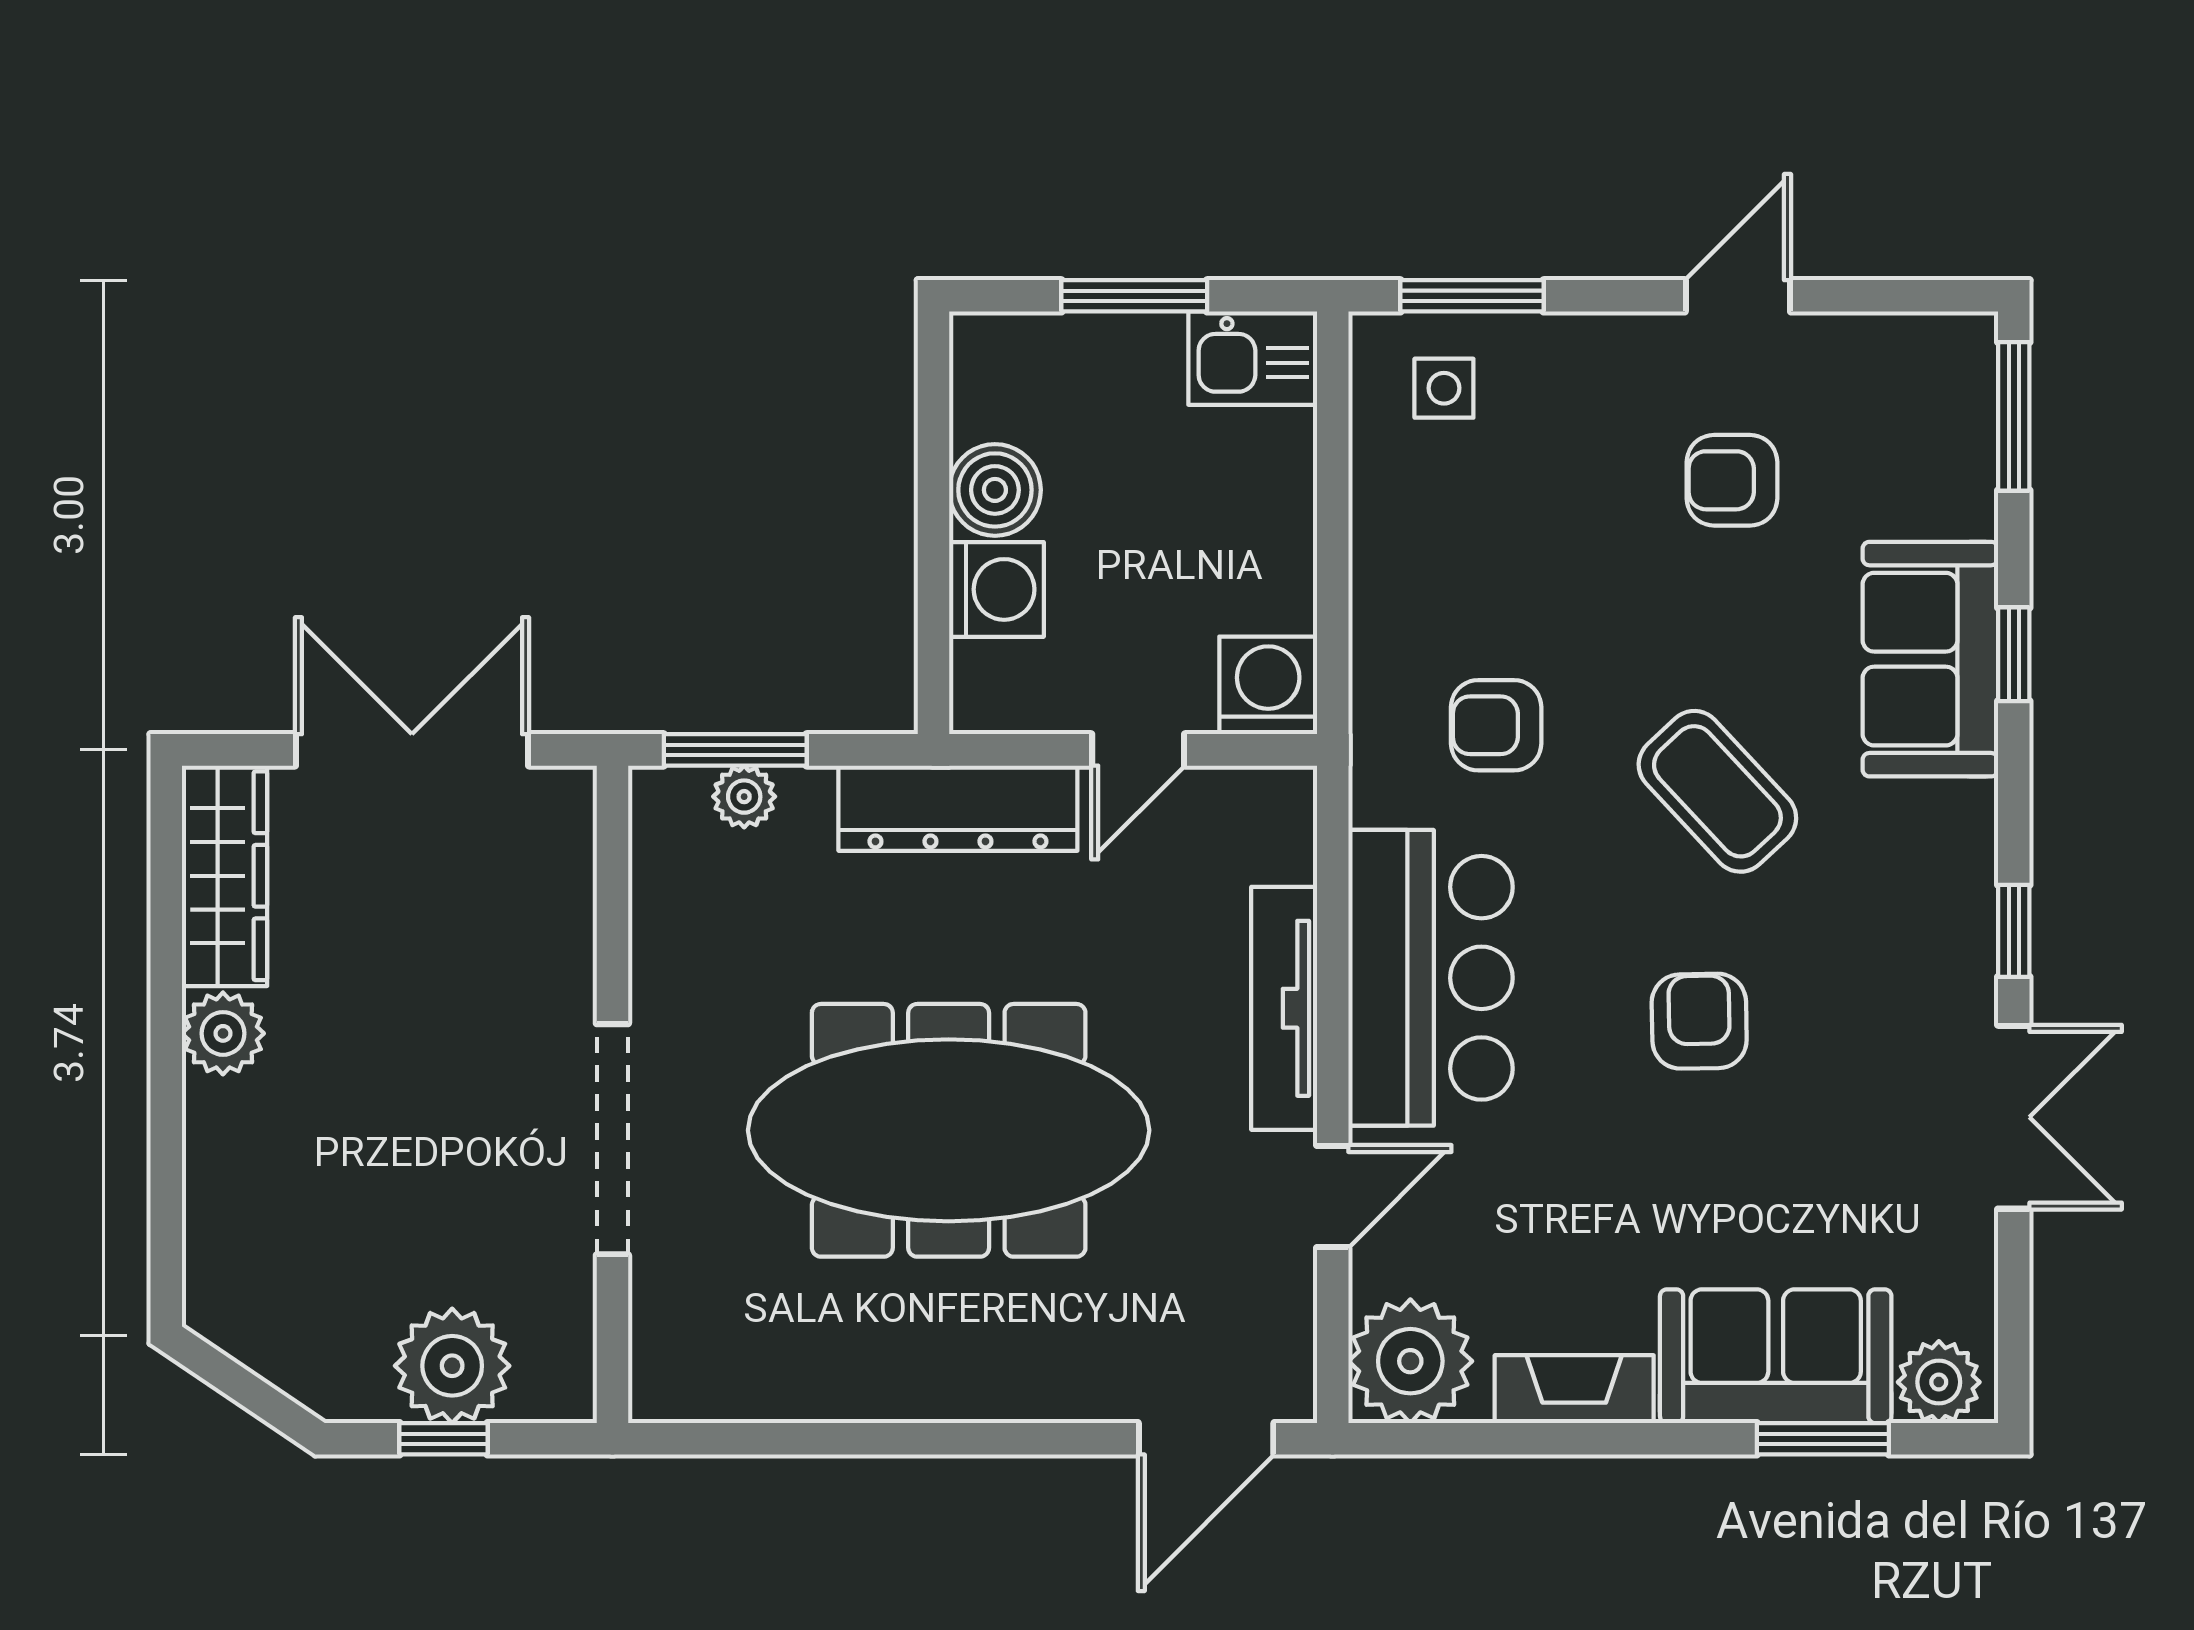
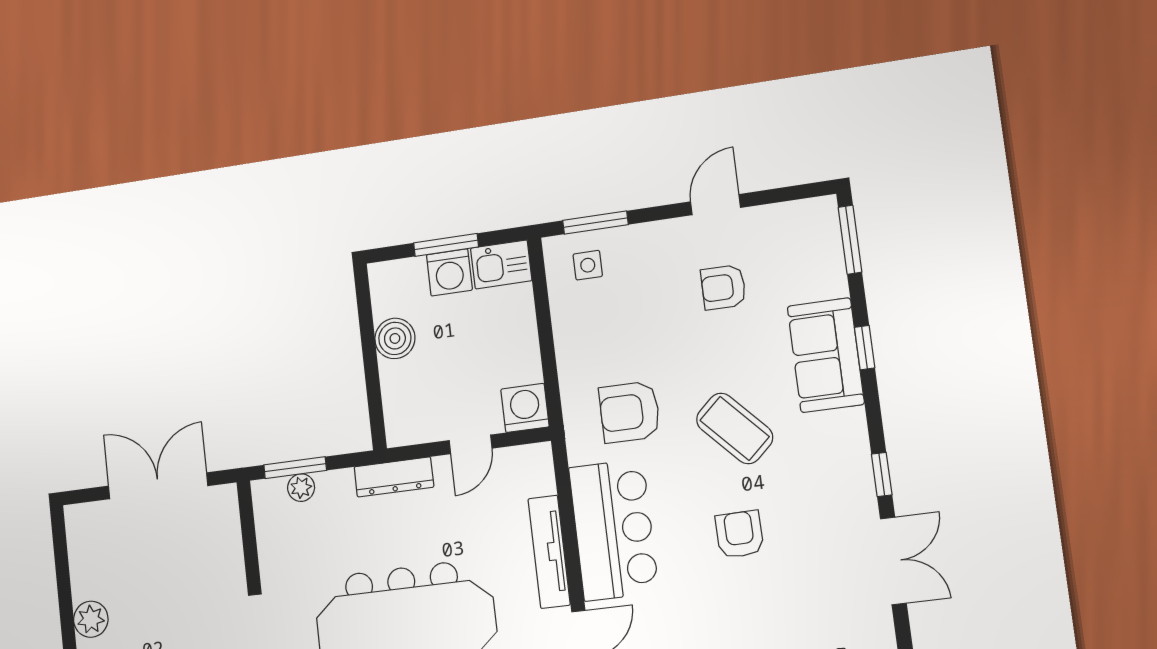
washing machine: (996, 589) -> (449, 272), moved, turned 90
armchair: (1496, 725) -> (630, 412), width x1.38, depth x1.38
dresser: (958, 808) -> (394, 477), width x0.73, depth x0.80
wardrobe: (225, 876) -> (85, 551), removed

